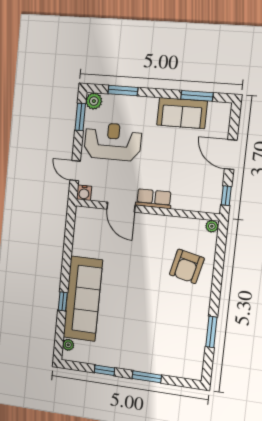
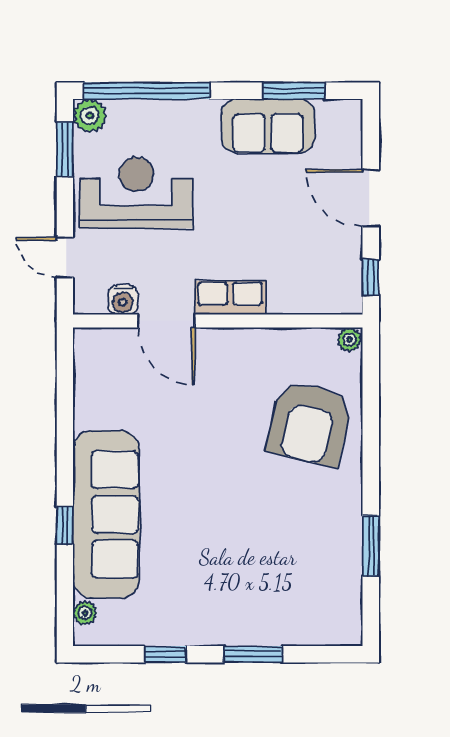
window: (123, 91) -> (147, 91), width x2.11
water cooler: (84, 193) -> (123, 300), moved
armchair: (187, 266) -> (309, 423), width x1.36, depth x1.36

